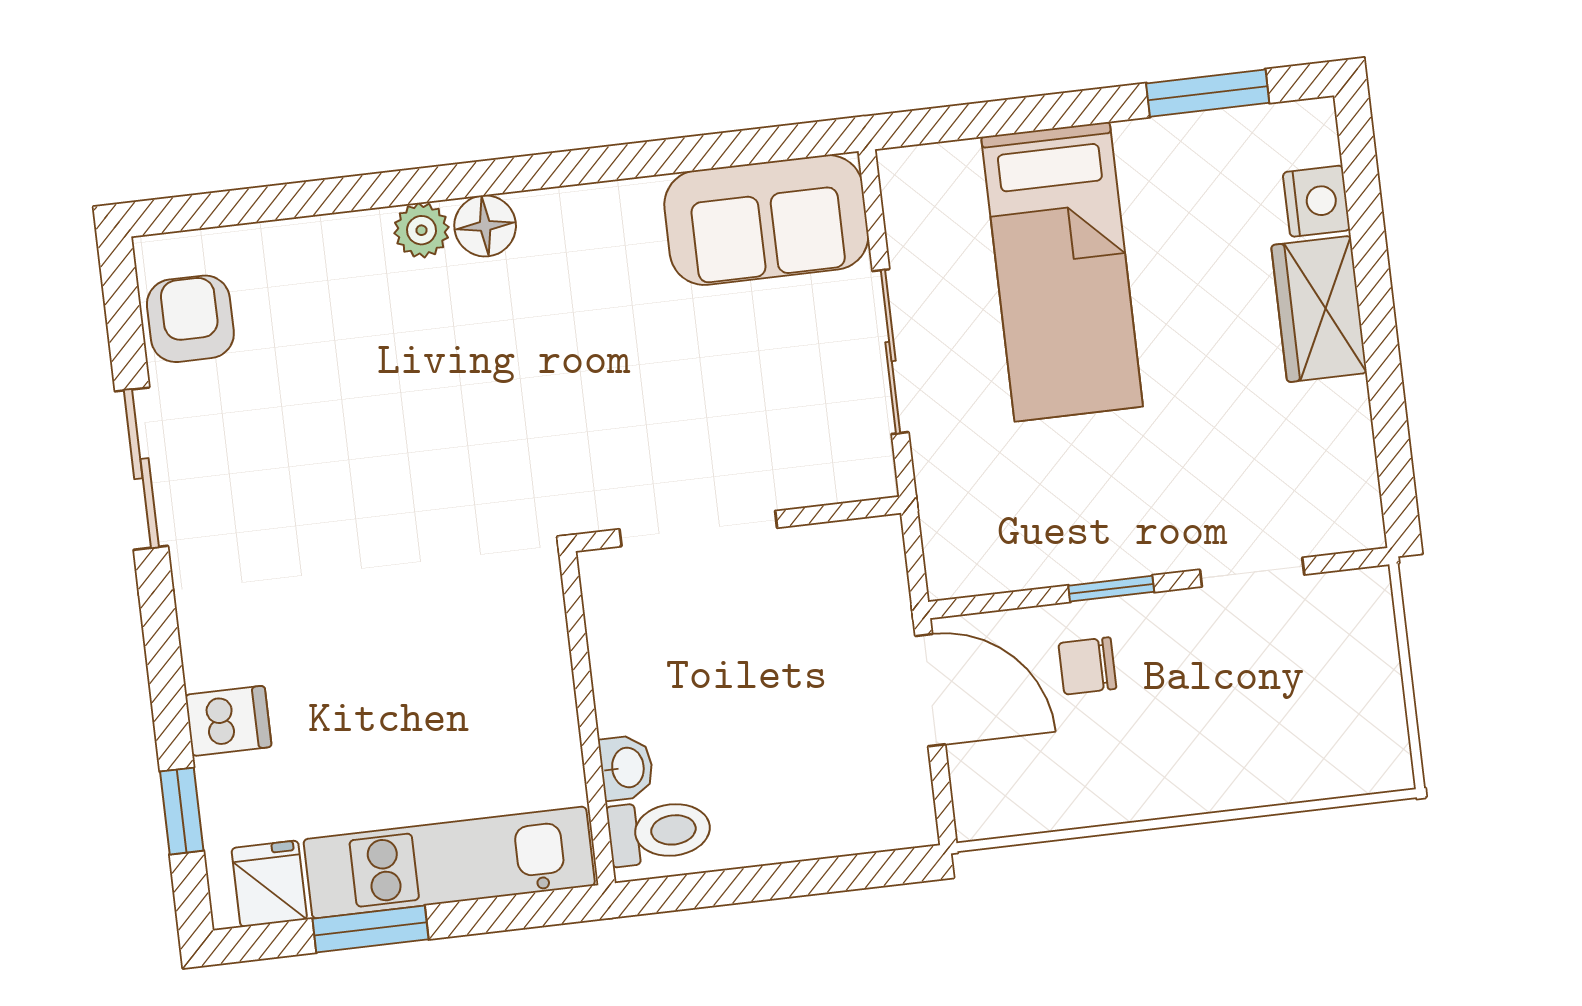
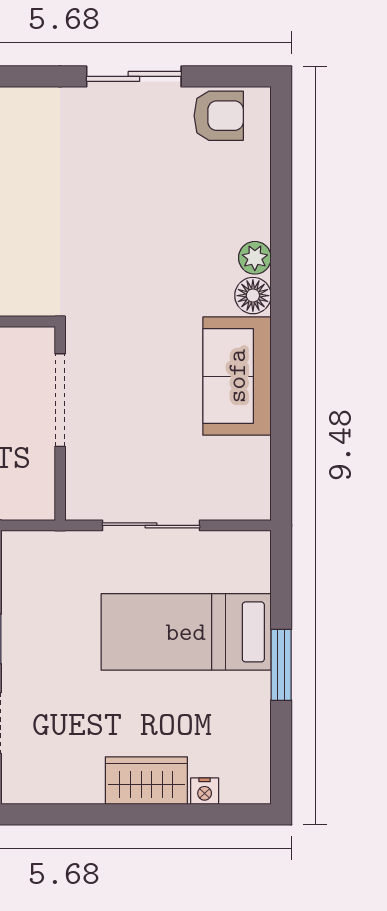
window: (1208, 93) -> (281, 665), moved
nightstand: (1316, 201) -> (205, 791), width x0.72, depth x0.74
sofa: (766, 220) -> (237, 376), moved

